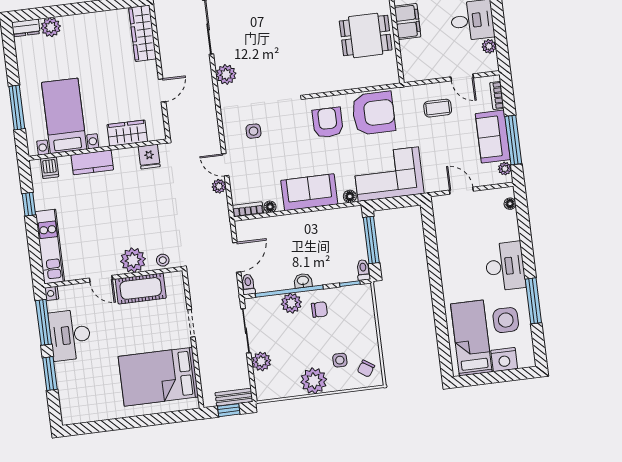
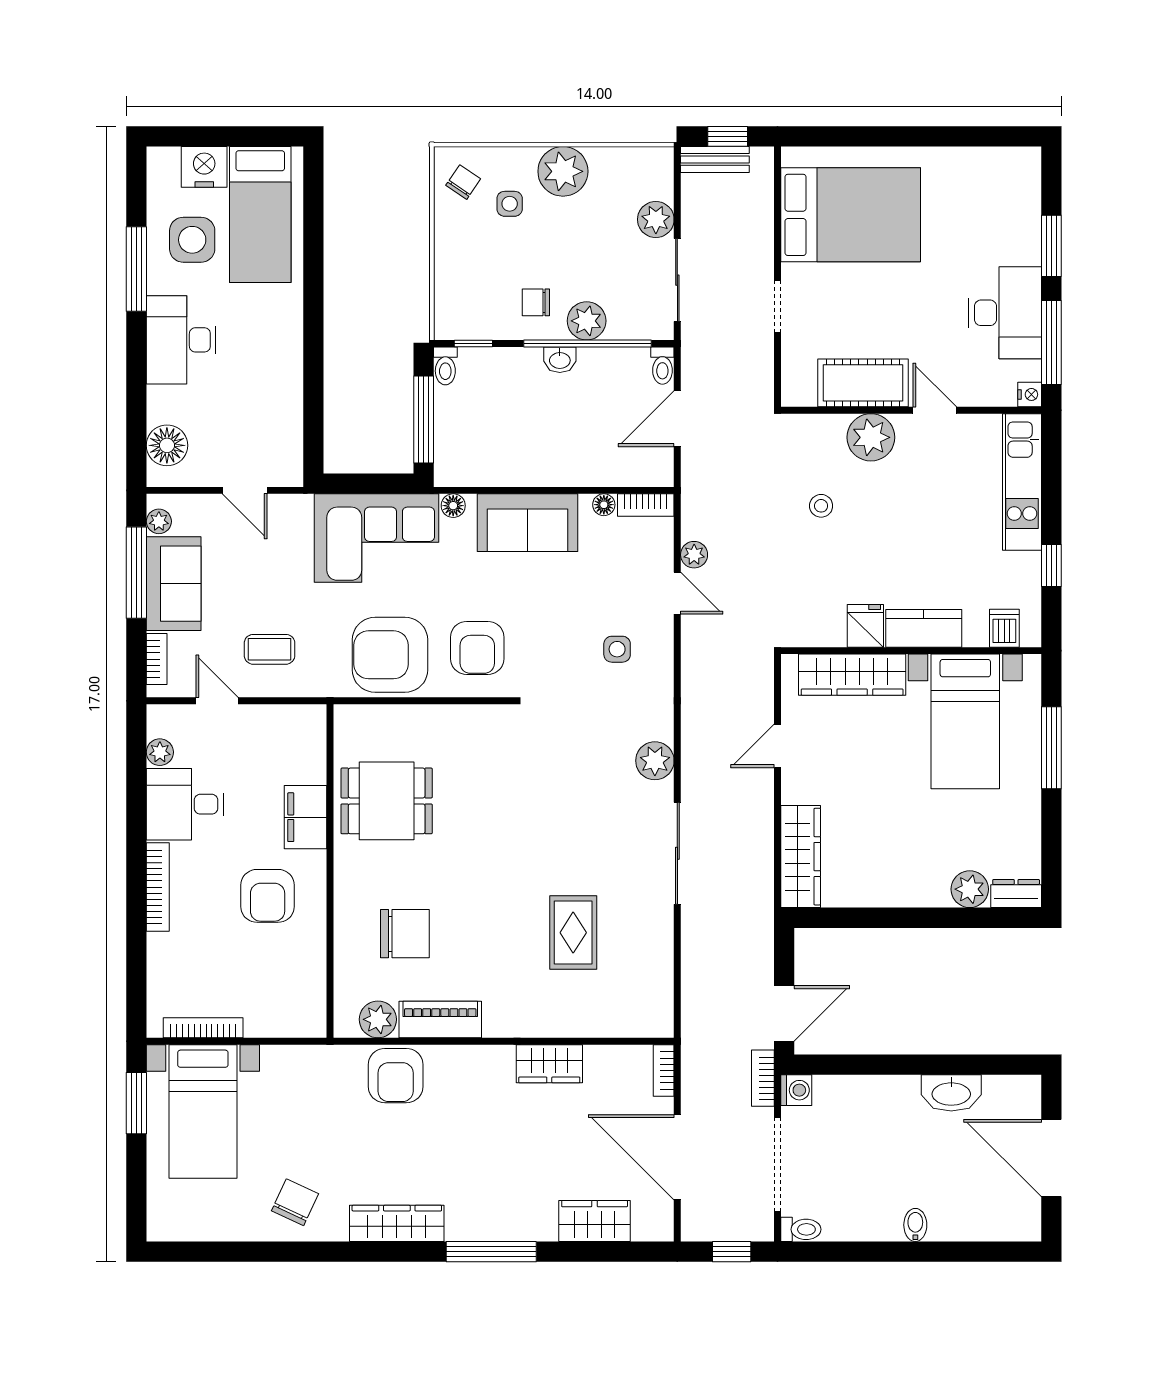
wardrobe: (127, 133) -> (852, 675), width x1.50
fridge: (149, 157) -> (865, 626), moved
floor lamp: (510, 204) -> (167, 445), width x1.89, depth x1.89
stool: (163, 260) -> (821, 506), moved

